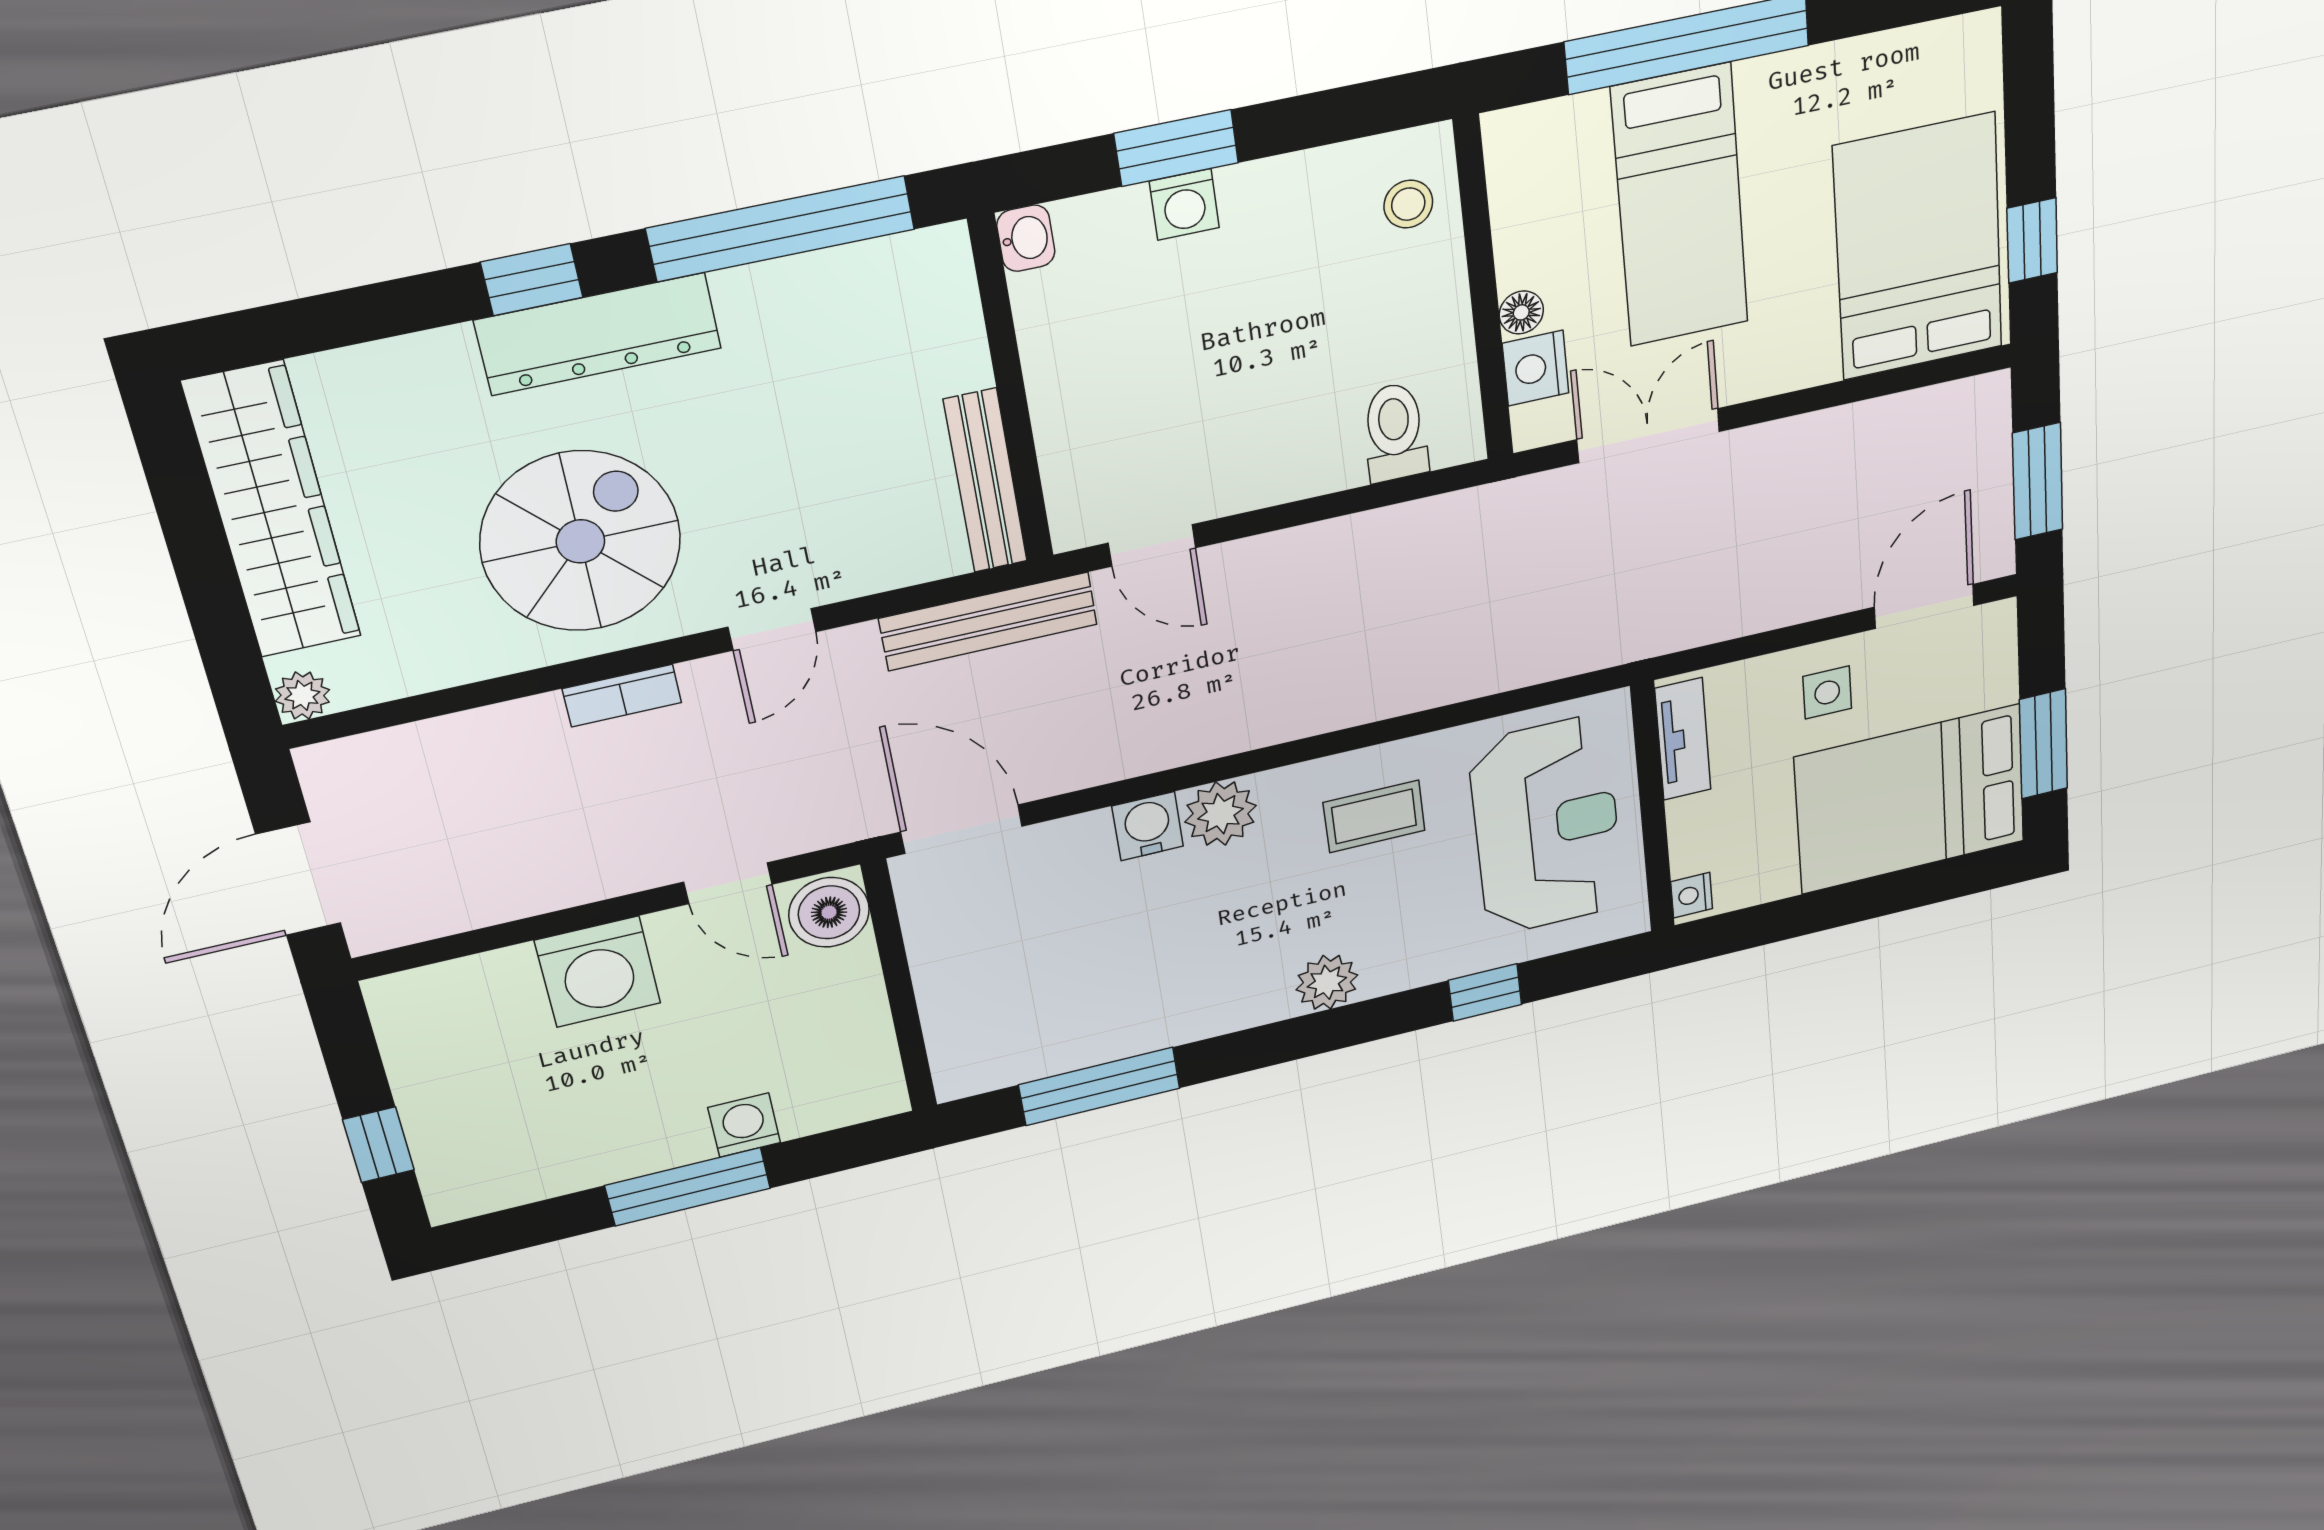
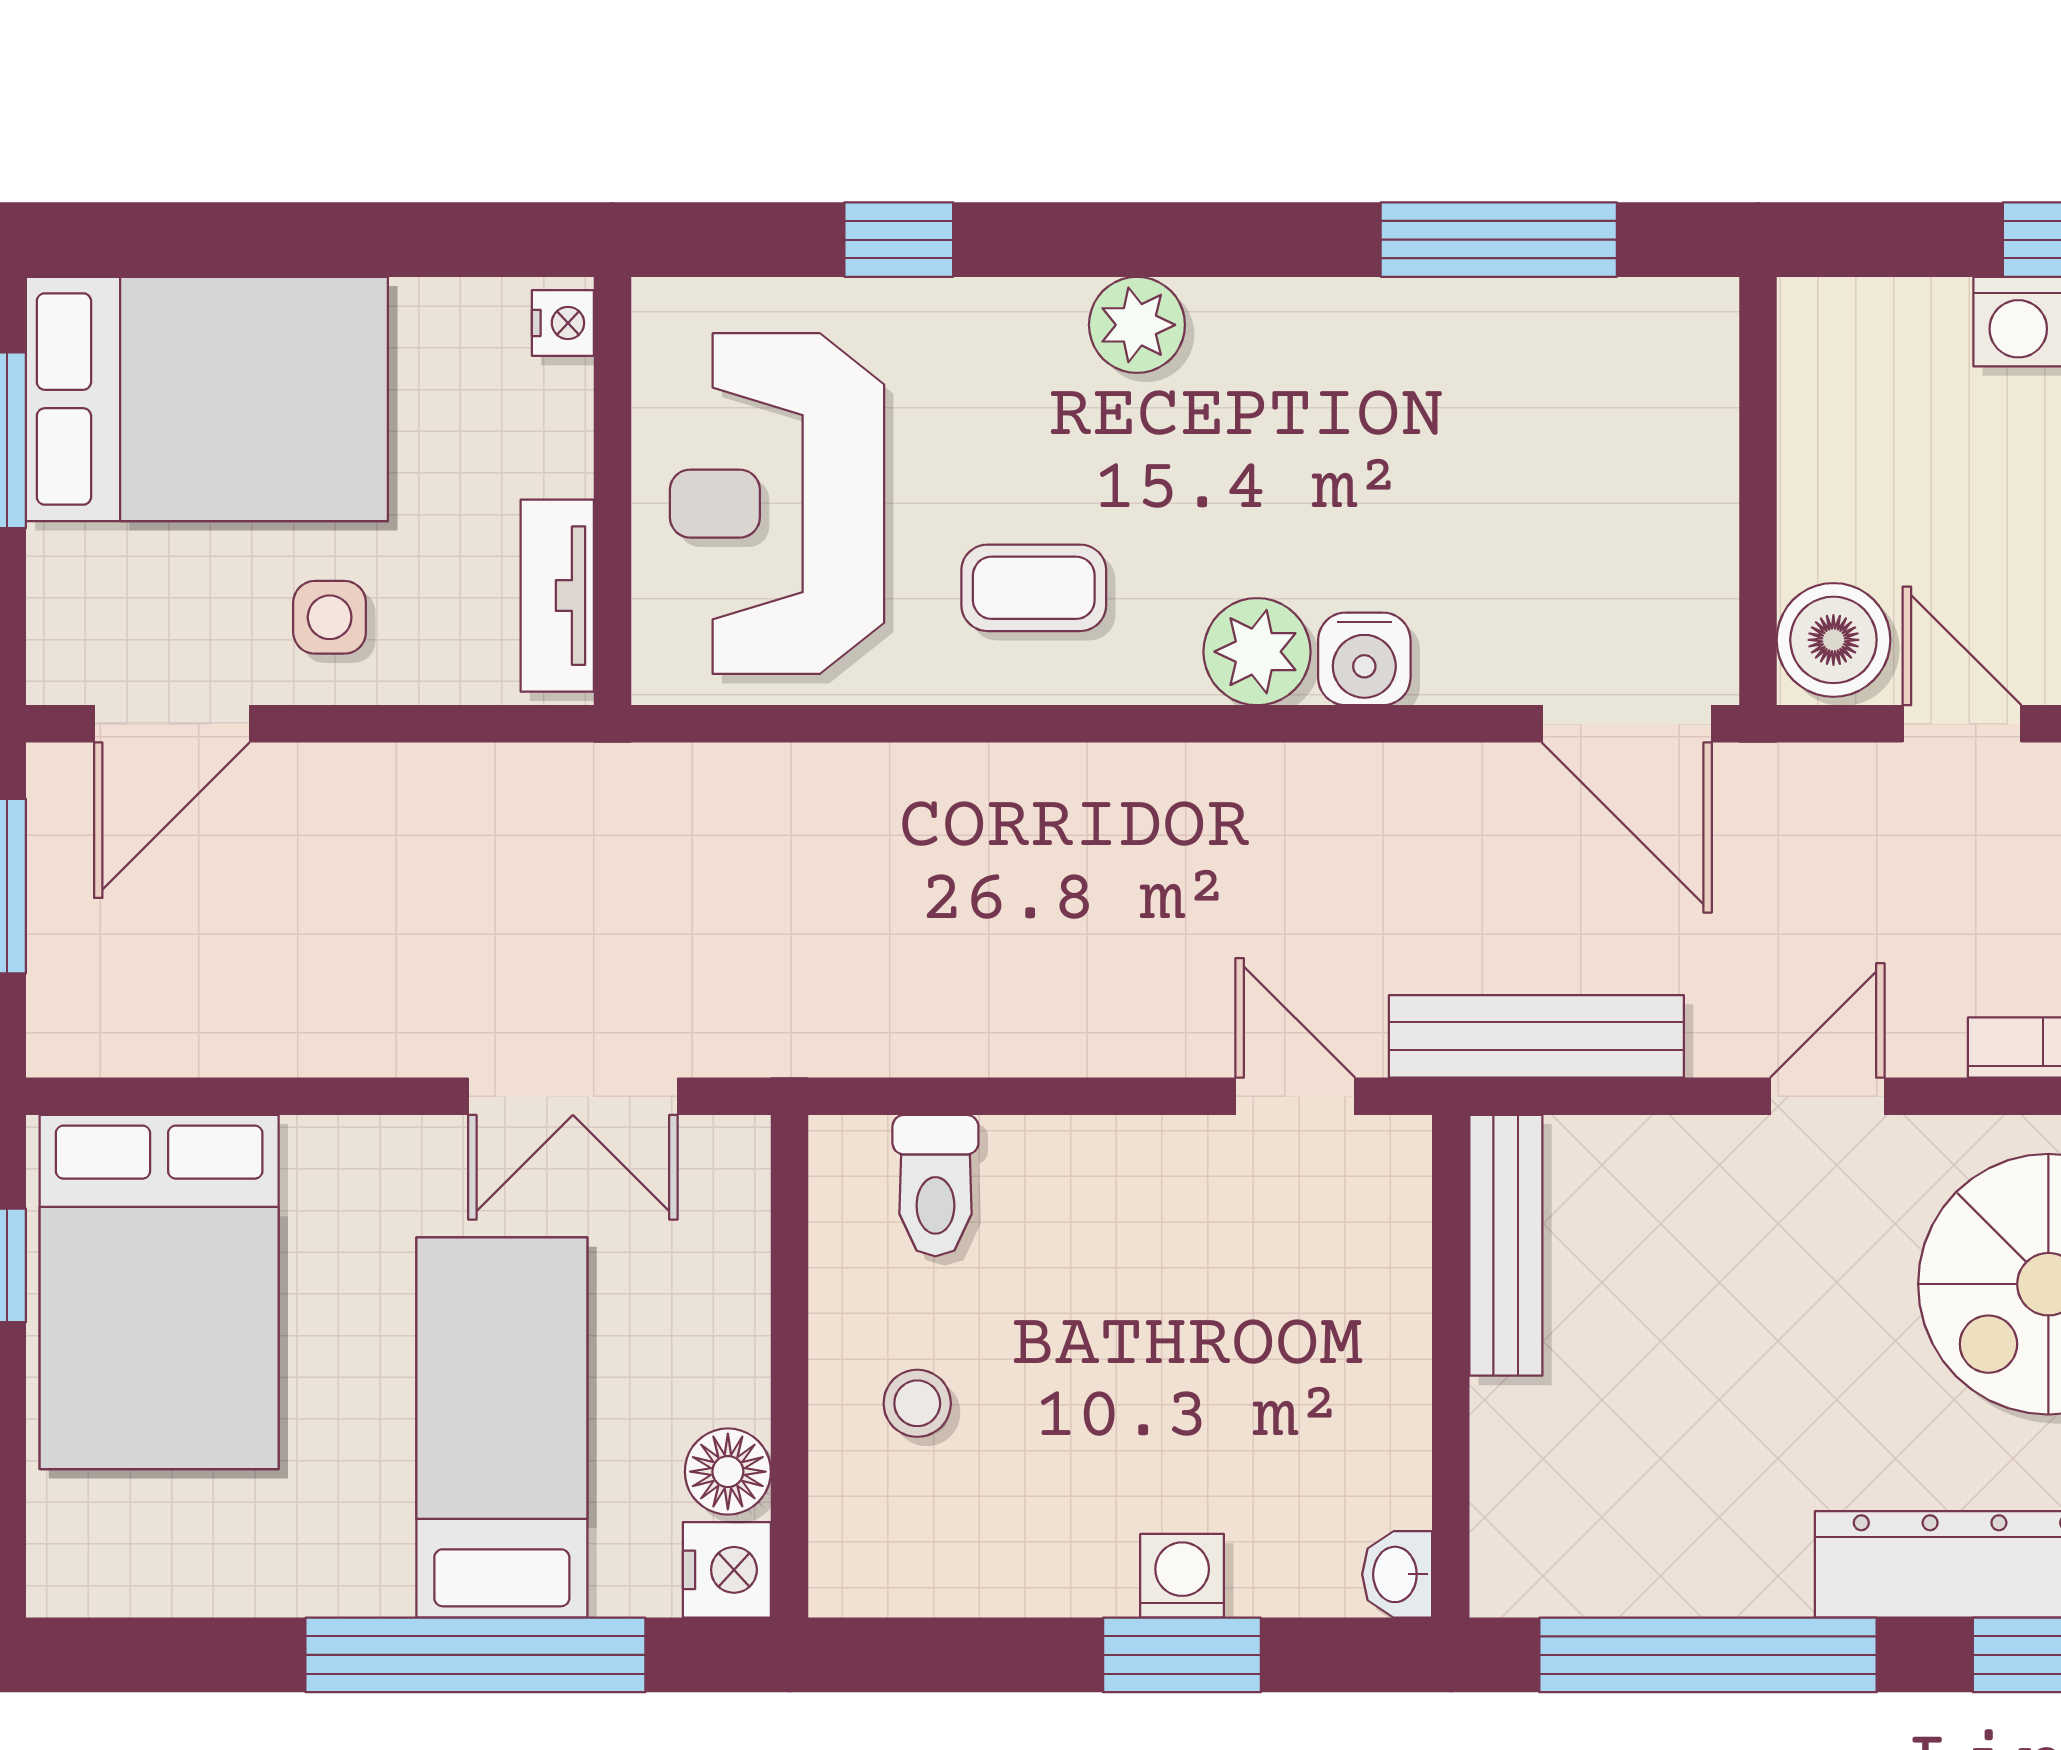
stool: (1408, 204) -> (917, 1403), moved
floor lamp: (1521, 312) -> (728, 1472), moved, width x1.37, depth x1.37
nightstand: (1536, 368) -> (727, 1570), moved

